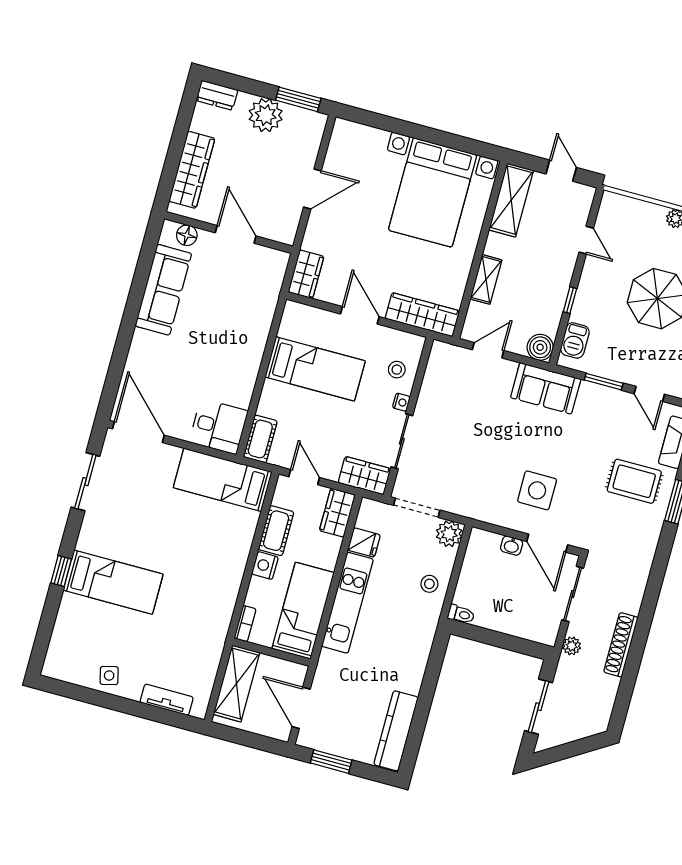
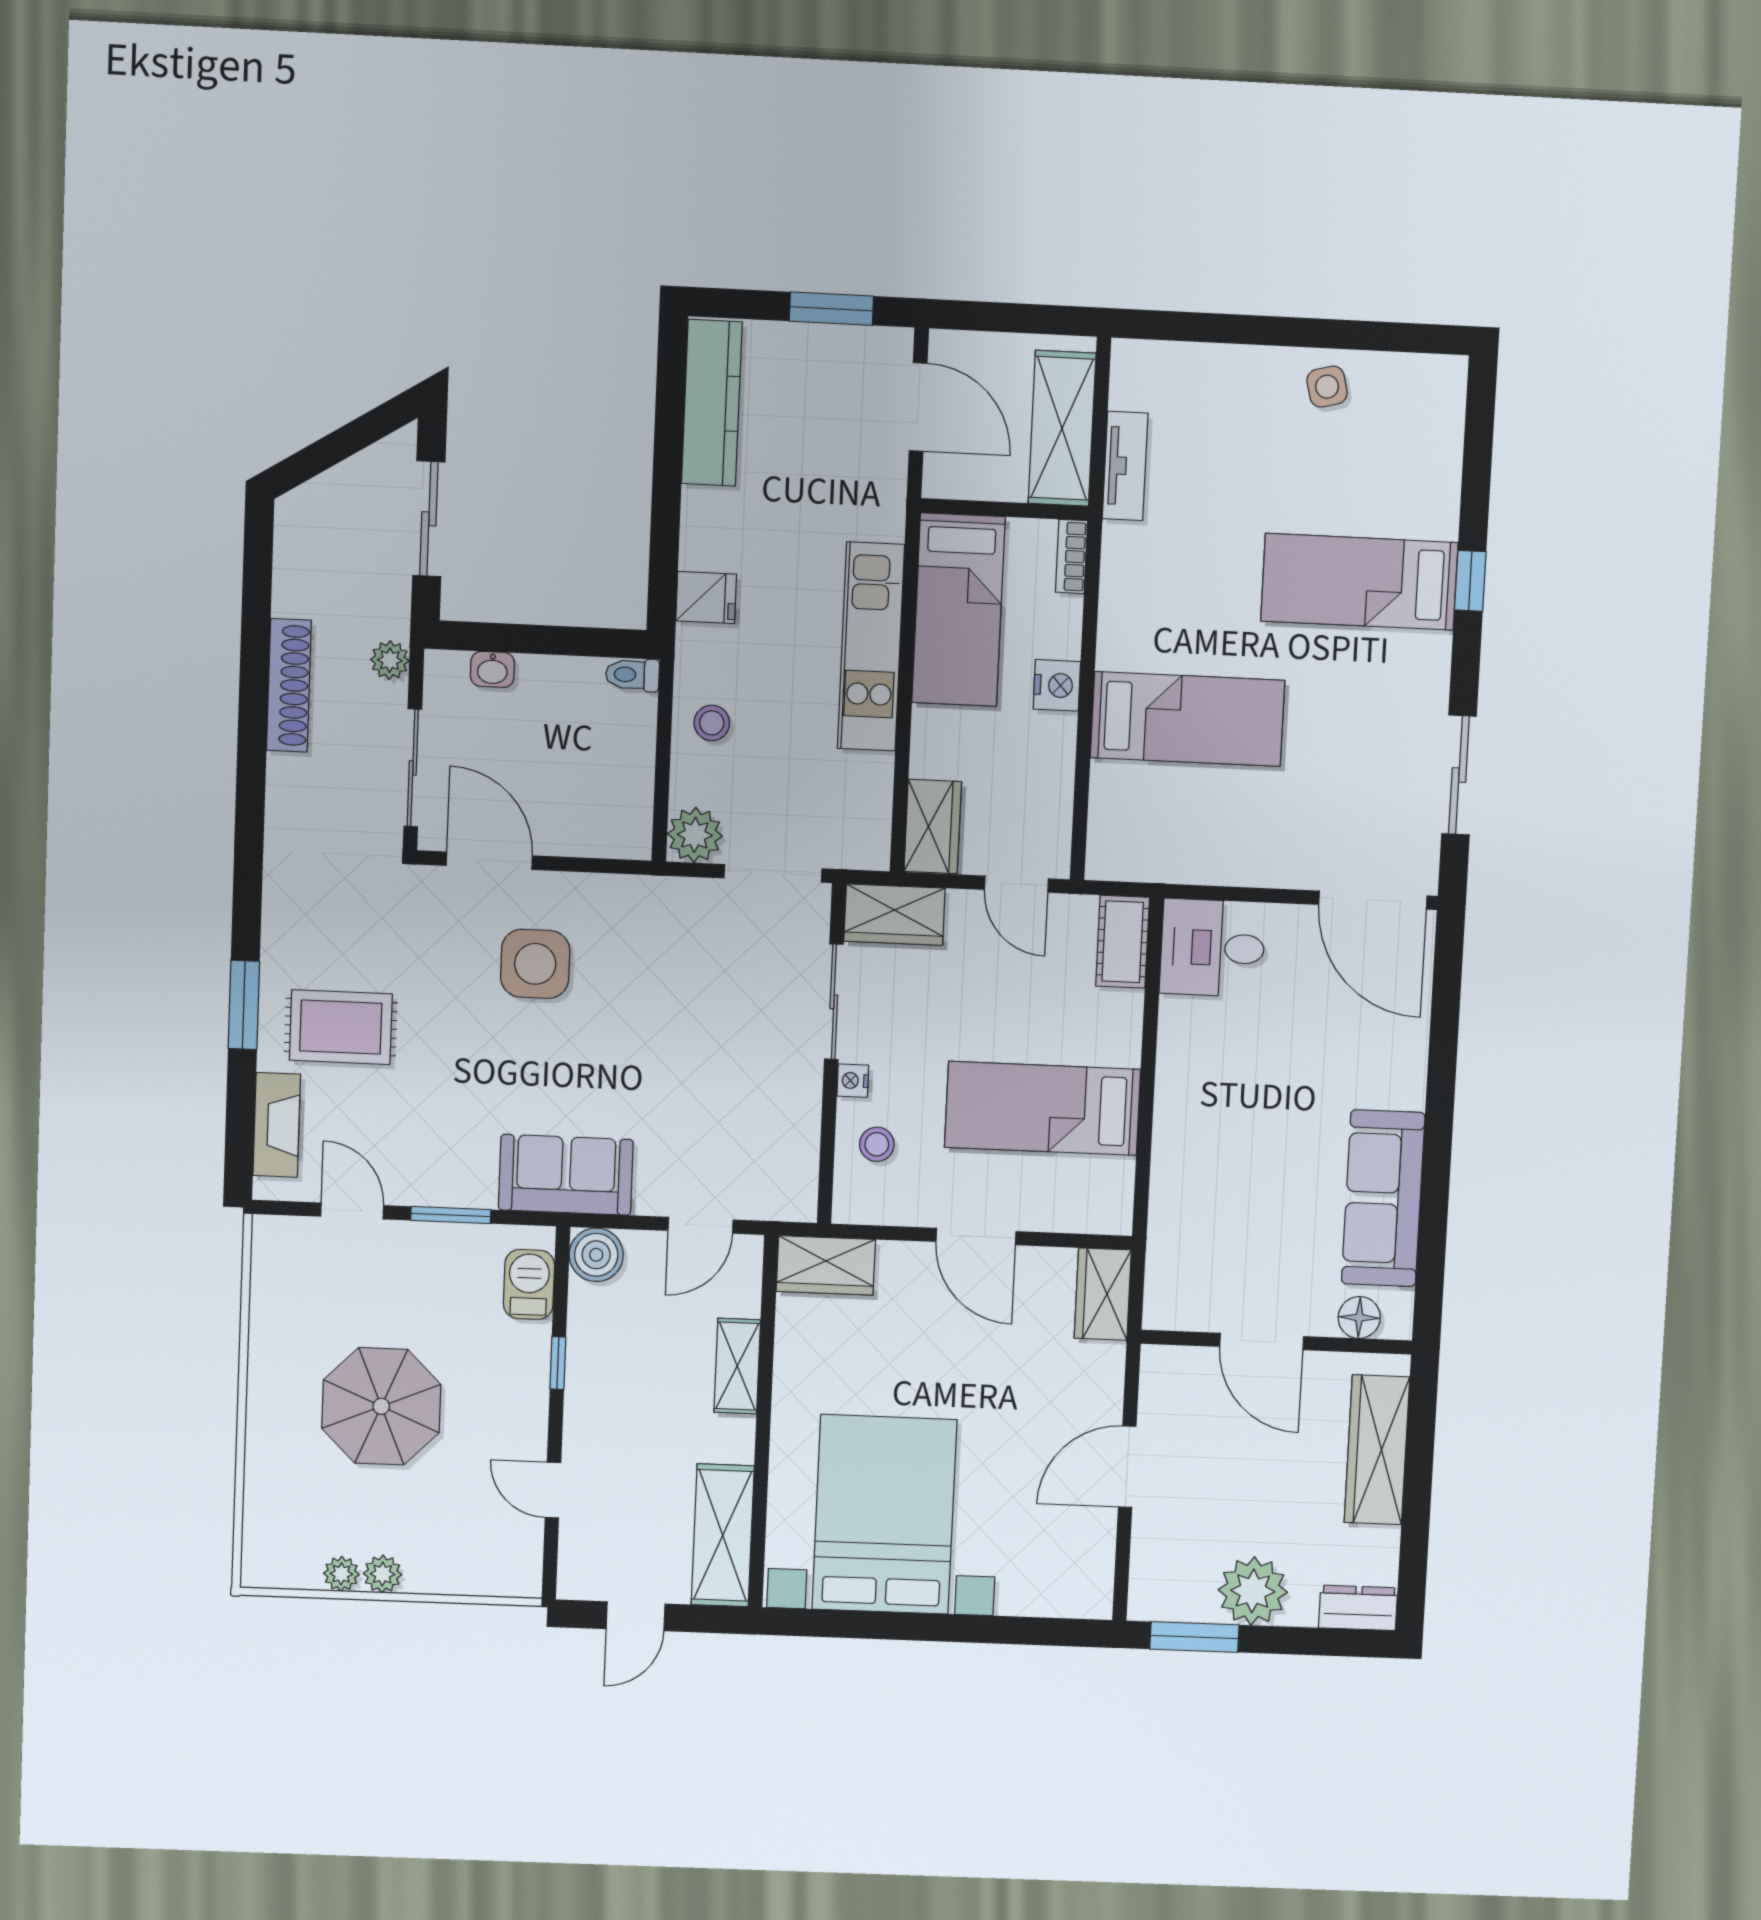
door: (561, 171) -> (636, 1616), hinge flipped
wardrobe: (422, 315) -> (826, 1265), width x0.67
bed: (223, 480) -> (1188, 719), moved
cot: (276, 531) -> (1050, 762), removed
fridge: (364, 542) -> (706, 597), moved, turned 180
washbasin: (512, 546) -> (492, 669), moved, turned 180
tv unit: (167, 700) -> (1125, 466), moved, turned -90

